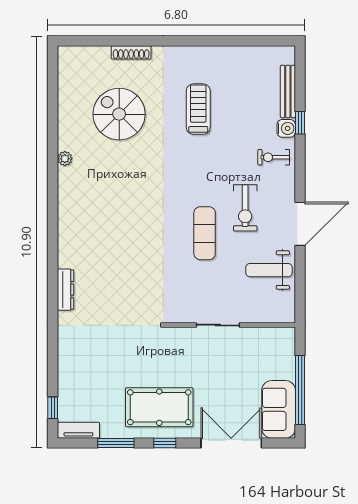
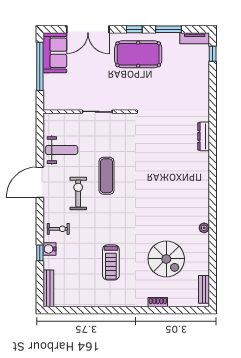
shoe rack: (131, 52) -> (158, 302), width x0.70
bench: (65, 70) -> (204, 289), added
bench: (288, 91) -> (48, 288), moved

